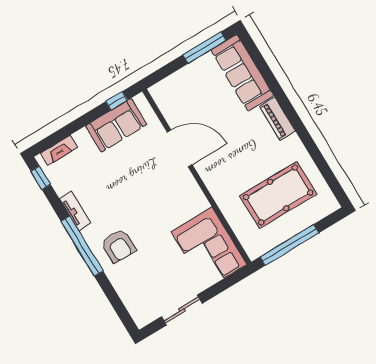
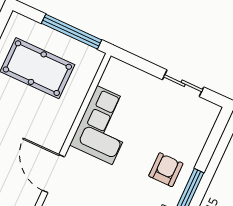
corner sofa: (209, 248) -> (104, 125), moved

